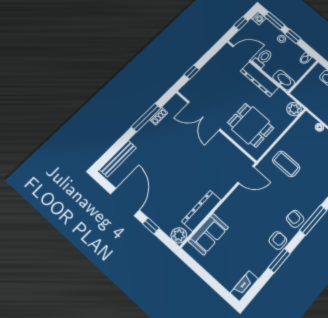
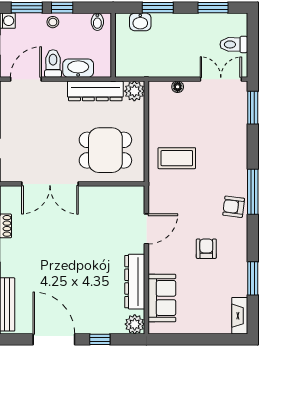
dresser: (259, 79) -> (95, 91), moved
washbasin: (284, 80) -> (78, 68), moved
door: (246, 175) -> (146, 229), moved
armchair: (278, 240) -> (206, 249), moved
window: (279, 261) -> (253, 278), moved

